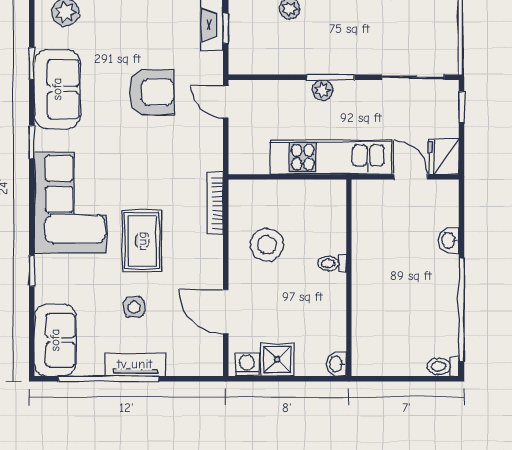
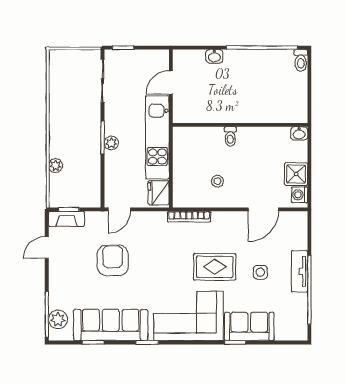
sofa: (57, 89) -> (111, 325), width x1.36
fridge: (444, 156) -> (159, 193), moved, turned 90
stool: (267, 245) -> (217, 181), width x0.53, depth x0.53
sofa: (55, 340) -> (249, 326), moved

